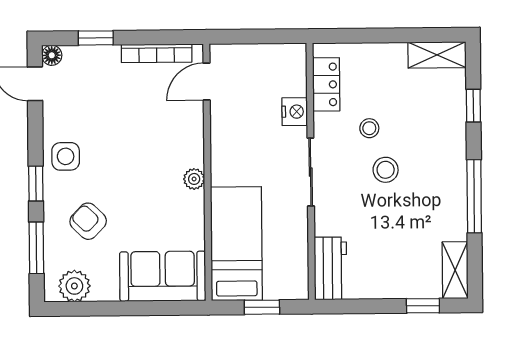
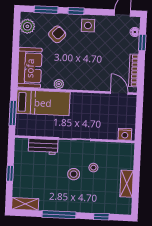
floor lamp: (52, 55) -> (135, 32), moved
shelving: (437, 55) -> (127, 184), moved
locker: (326, 84) -> (115, 149), removed
nightstand: (295, 112) -> (125, 134), moved
plant: (194, 179) -> (59, 84), moved
workbench: (330, 268) -> (43, 147), moved
window: (423, 306) -> (10, 173), moved
window: (262, 307) -> (13, 113), width x1.50

